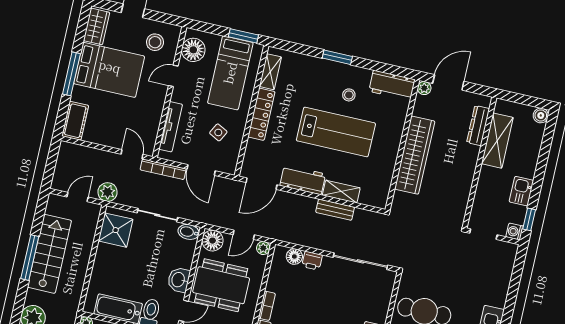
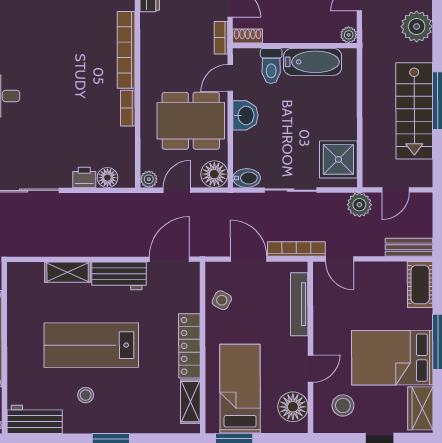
side table: (218, 132) -> (222, 300), moved
bench: (335, 210) -> (409, 247), moved

